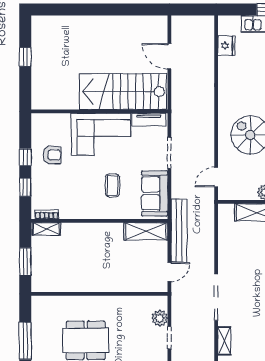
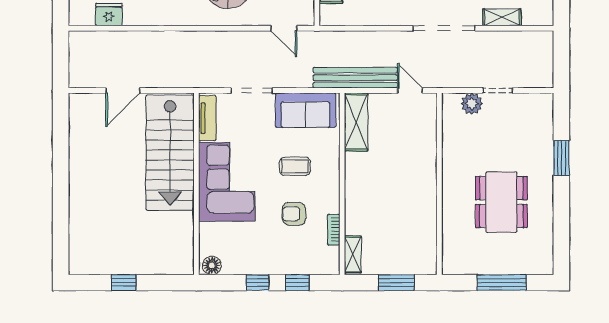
floor lamp: (38, 123) -> (212, 265), added
armchair: (52, 155) -> (294, 214), moved, turned -90
bookcase: (47, 214) -> (334, 230), moved

